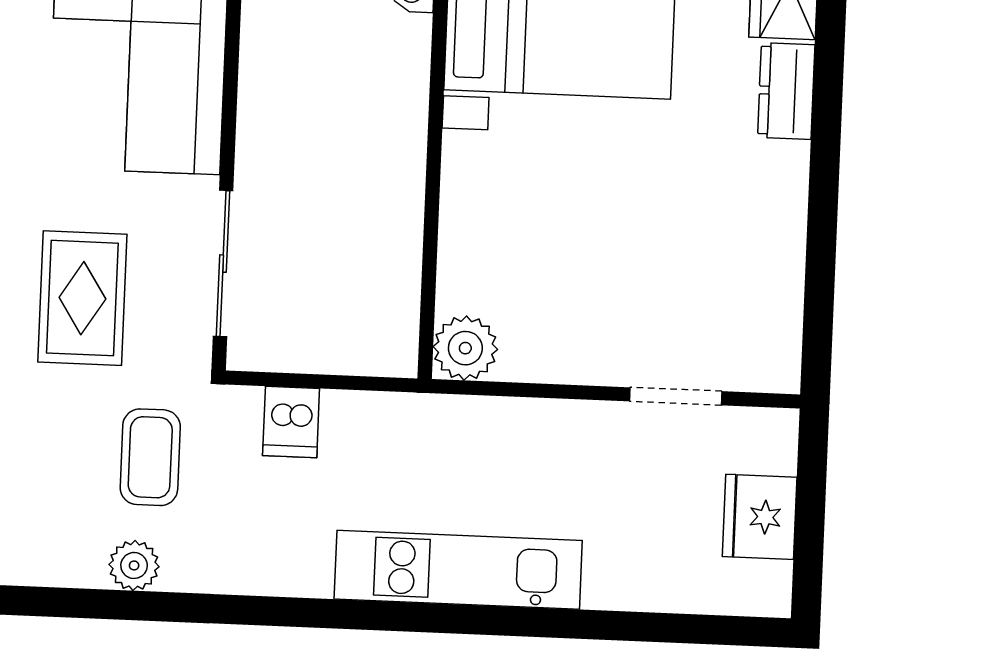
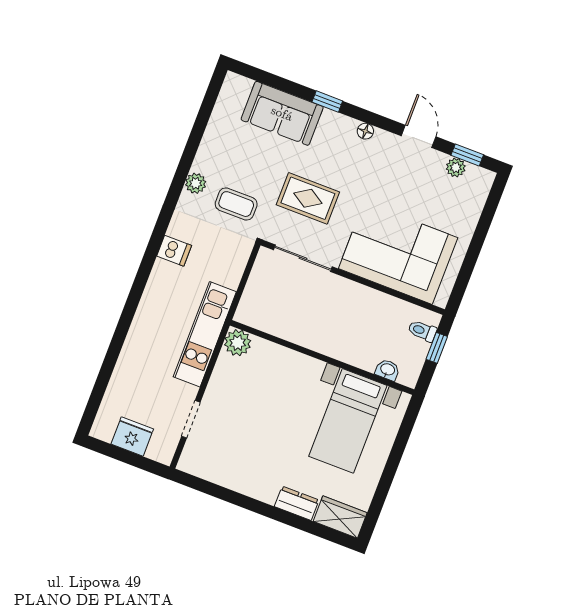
dishwasher: (291, 422) -> (174, 251), moved, turned 180
kitchen unit: (458, 570) -> (205, 334), moved, turned 180

